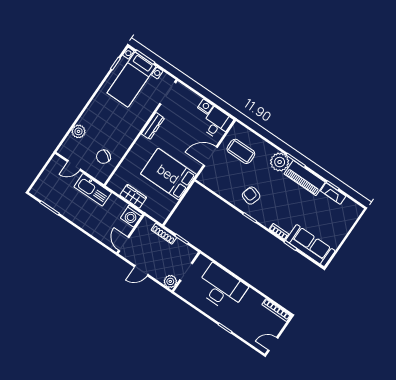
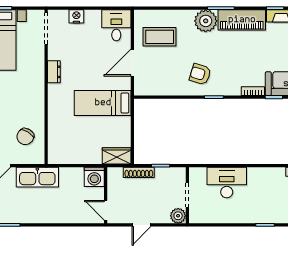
nightstand: (205, 107) -> (76, 16), moved
dresser: (153, 126) -> (54, 72), width x0.70
bed: (168, 174) -> (103, 103), width x0.67
wardrobe: (133, 196) -> (117, 156), moved
desk: (221, 288) -> (227, 182), width x0.73, depth x0.77

